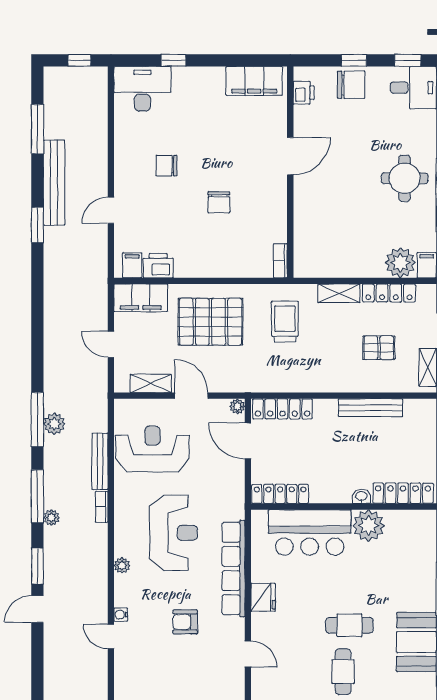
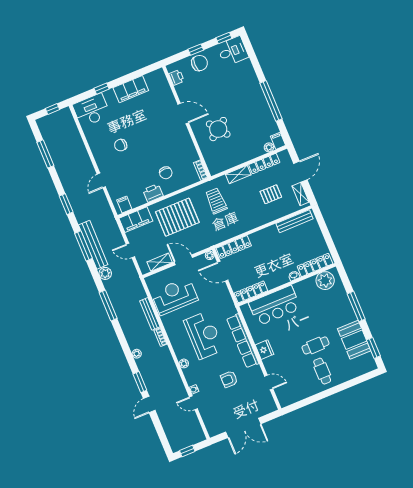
filing cabinet: (254, 81) -> (131, 89), moved
door: (290, 156) -> (183, 113), hinge flipped
round table: (405, 178) -> (218, 129), moved, turned -37
bench: (54, 183) -> (93, 245), moved
chair: (219, 202) -> (166, 173), moved
plant: (400, 263) -> (269, 147), width x0.53, depth x0.53
printer: (158, 266) -> (153, 193), moved
bench: (370, 408) -> (294, 221), moved
plant: (54, 424) -> (105, 273), moved
window: (37, 496) -> (83, 246), moved
plant: (368, 526) -> (325, 281), moved

